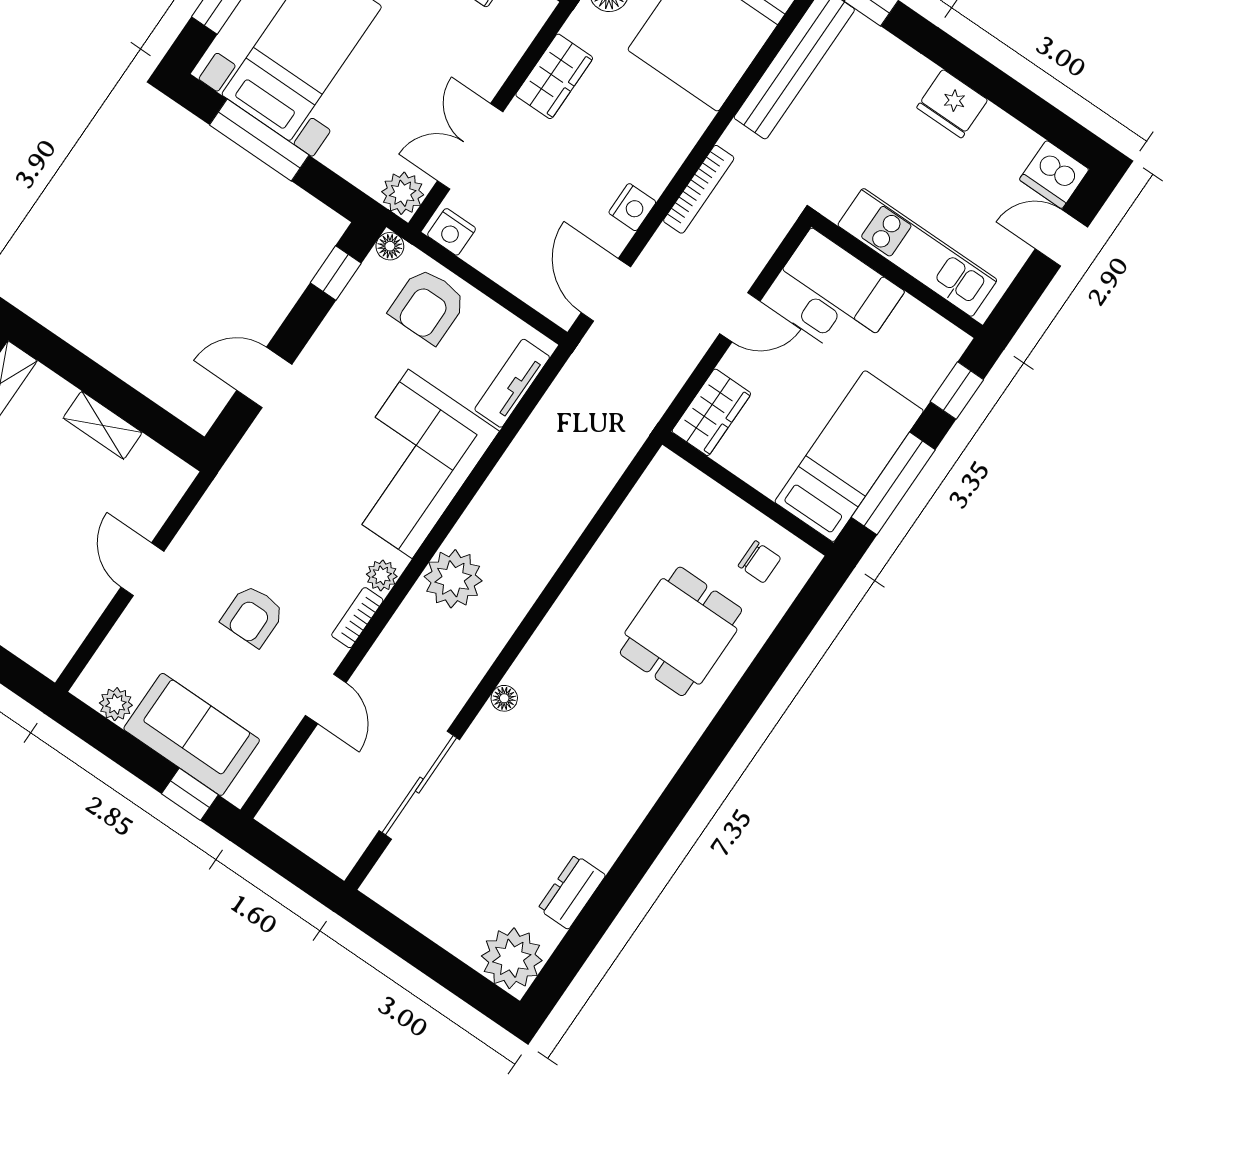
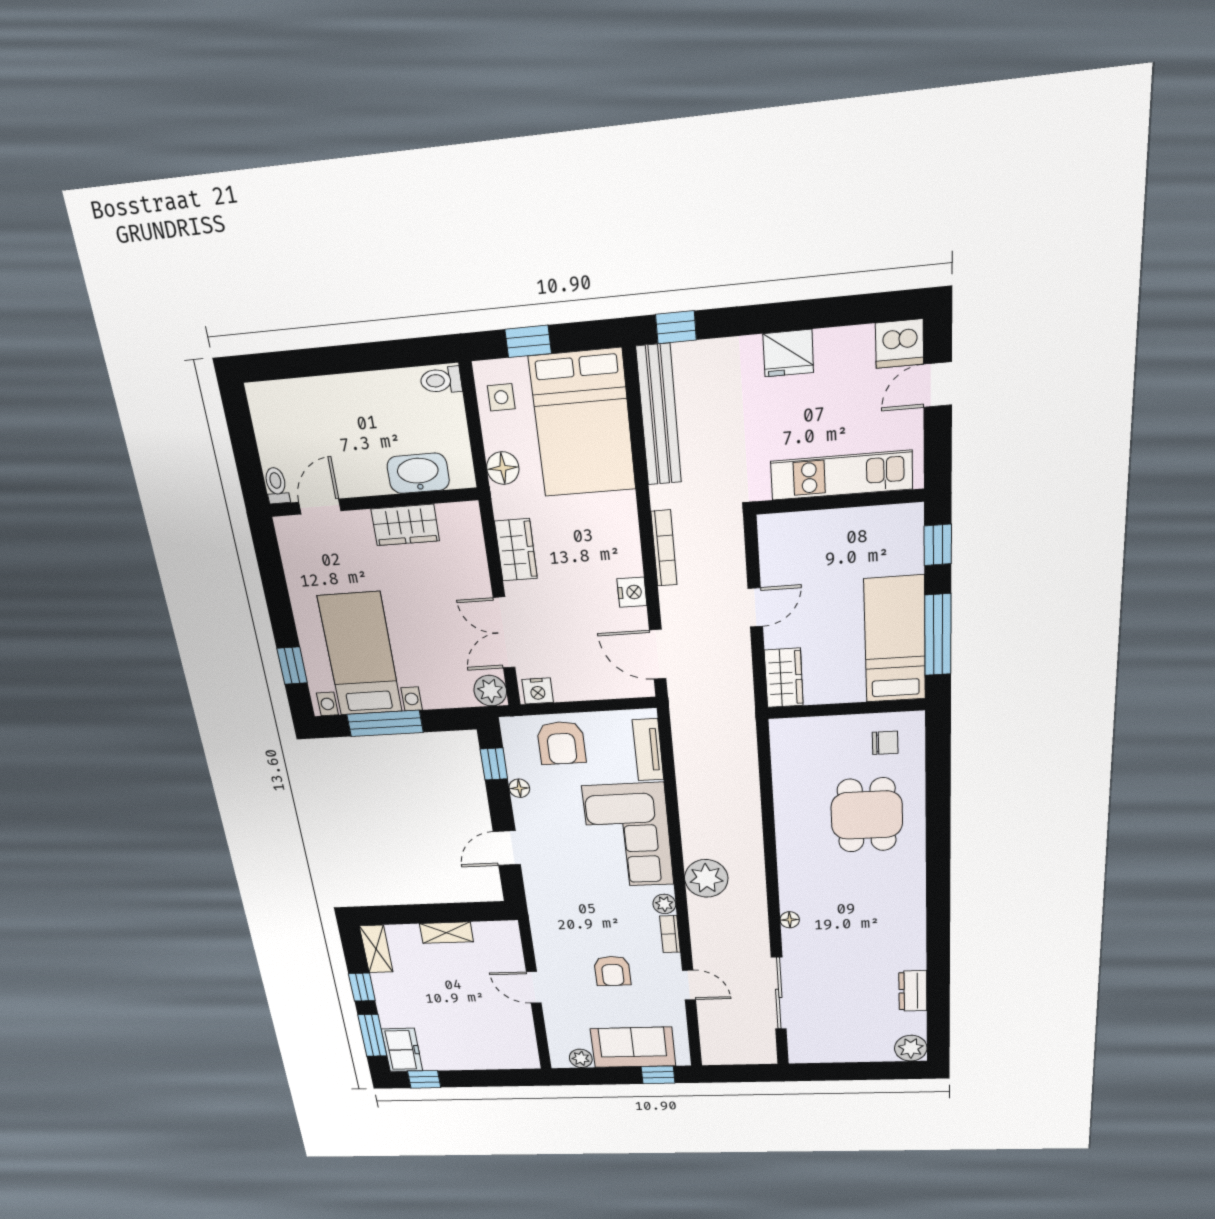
floor lamp: (390, 246) -> (519, 788), moved
desk: (833, 296) -> (806, 548), removed
plant: (512, 958) -> (911, 1048), width x0.73, depth x0.73

